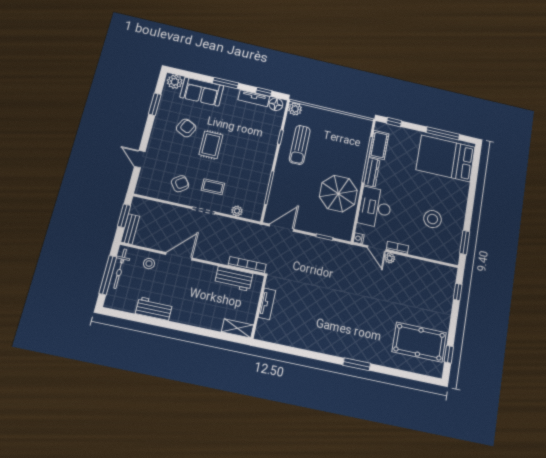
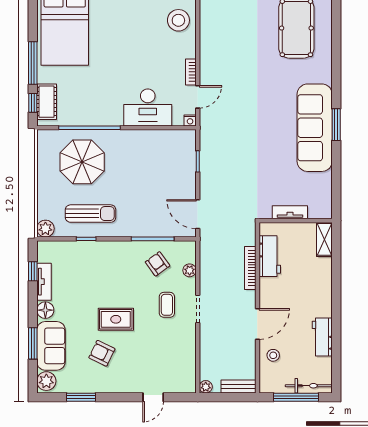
window: (225, 83) -> (33, 343), moved
floor lamp: (276, 104) -> (45, 310), moved
window: (443, 133) -> (33, 63), moved
cot: (379, 145) -> (47, 102), moved, turned 90
dresser: (372, 172) -> (105, 119), removed
armchair: (180, 184) -> (158, 264), moved
parasol: (338, 194) -> (82, 162), moved
window: (124, 216) -> (225, 397), removed
stool: (433, 219) -> (178, 20), moved
door: (179, 256) -> (257, 324), swing flipped
plant: (390, 258) -> (206, 387), moved
bookcase: (247, 265) -> (250, 268), moved
bicycle: (120, 269) -> (309, 386), moved
sofa: (334, 340) -> (315, 128), added
window: (357, 364) -> (336, 125), moved

